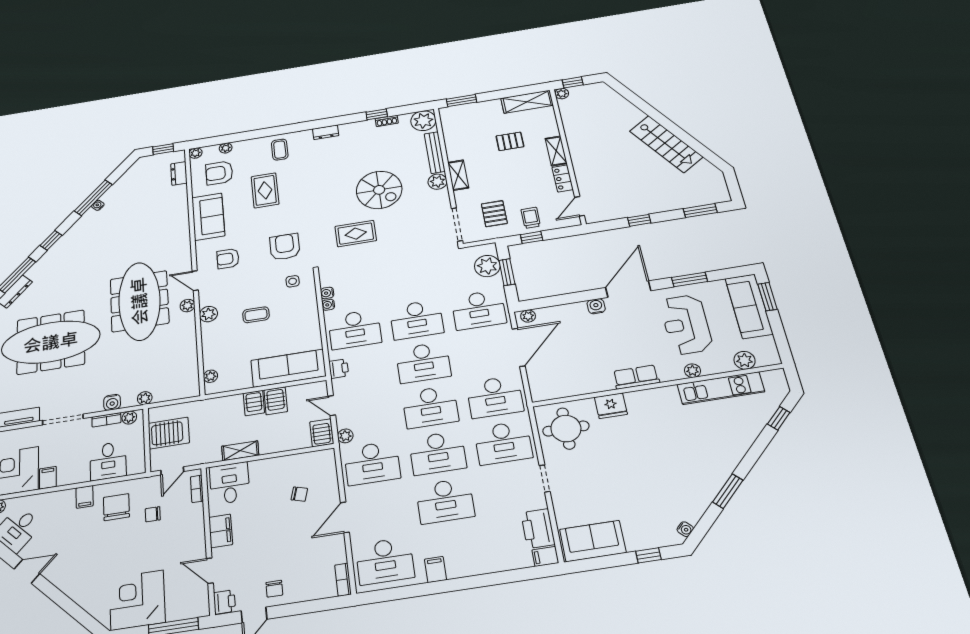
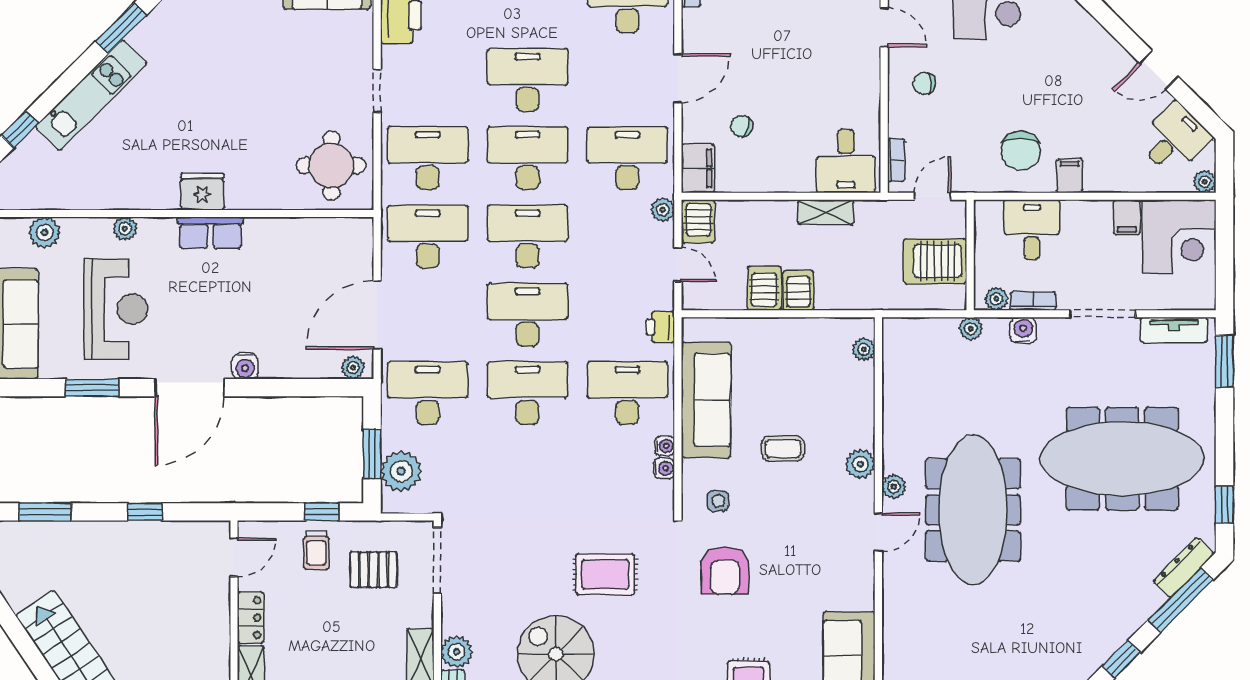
pallet: (494, 214) -> (374, 570), turned 90
armchair: (228, 259) -> (821, 565), removed
door: (195, 281) -> (878, 532), hinge flipped
sofa: (288, 368) -> (706, 400), moved, turned -90
kitchen unit: (721, 388) -> (91, 95), moved, turned 135
fridge: (611, 406) -> (202, 192), moved
chair: (153, 514) -> (924, 83), moved, turned 180
filing cabinet: (221, 531) -> (698, 168), moved, turned 180

